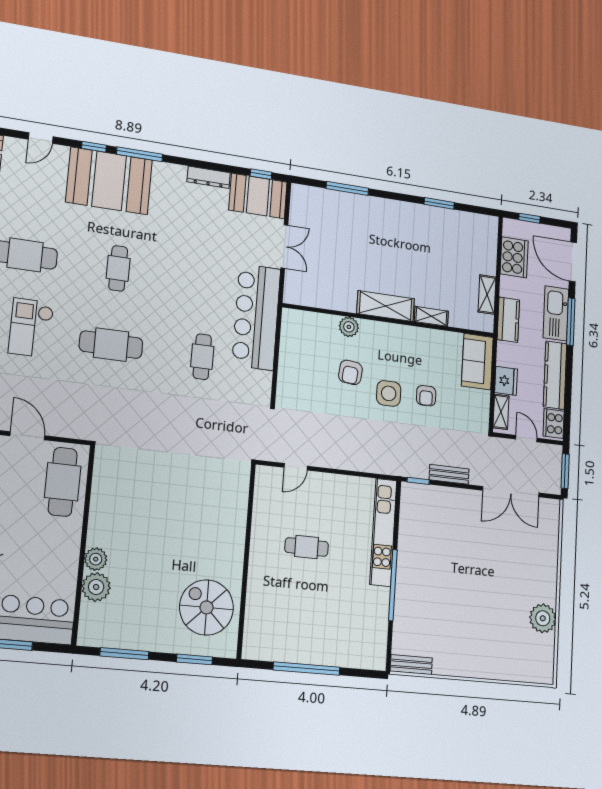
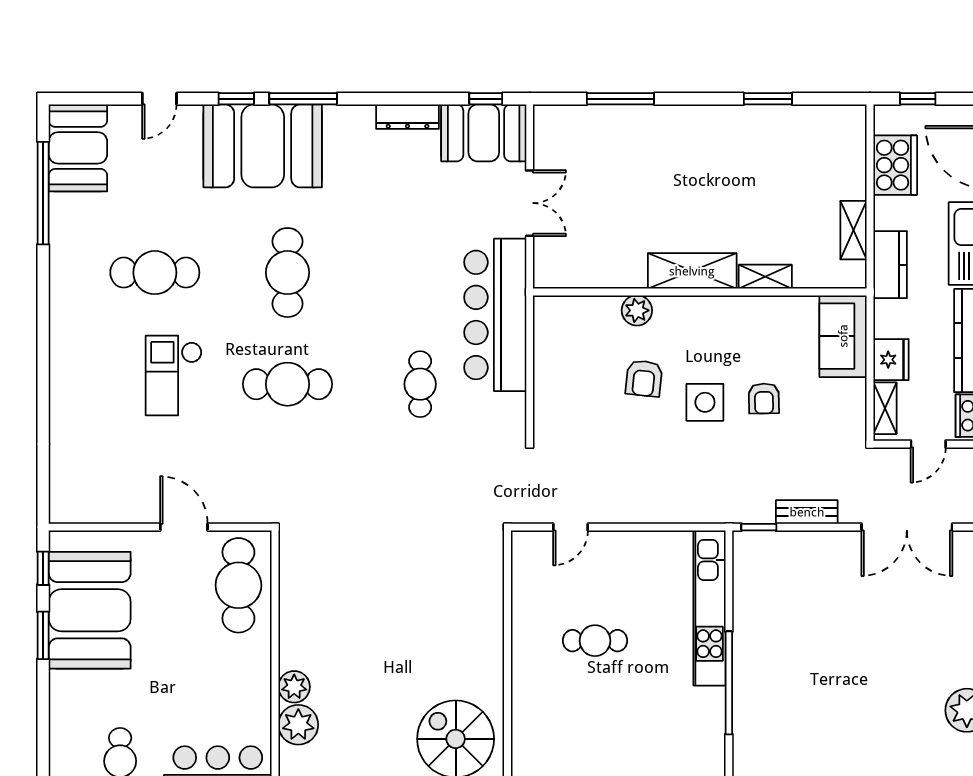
cafe table: (118, 268) -> (287, 273), width x1.37, depth x1.35
door: (526, 439) -> (928, 444), swing flipped

